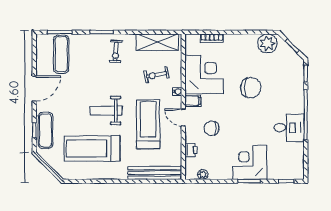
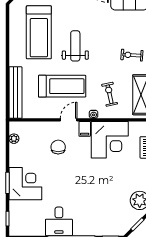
chair: (251, 88) -> (97, 185), removed
treadmill: (92, 148) -> (39, 32), turned 180
printer: (191, 150) -> (37, 127), removed

